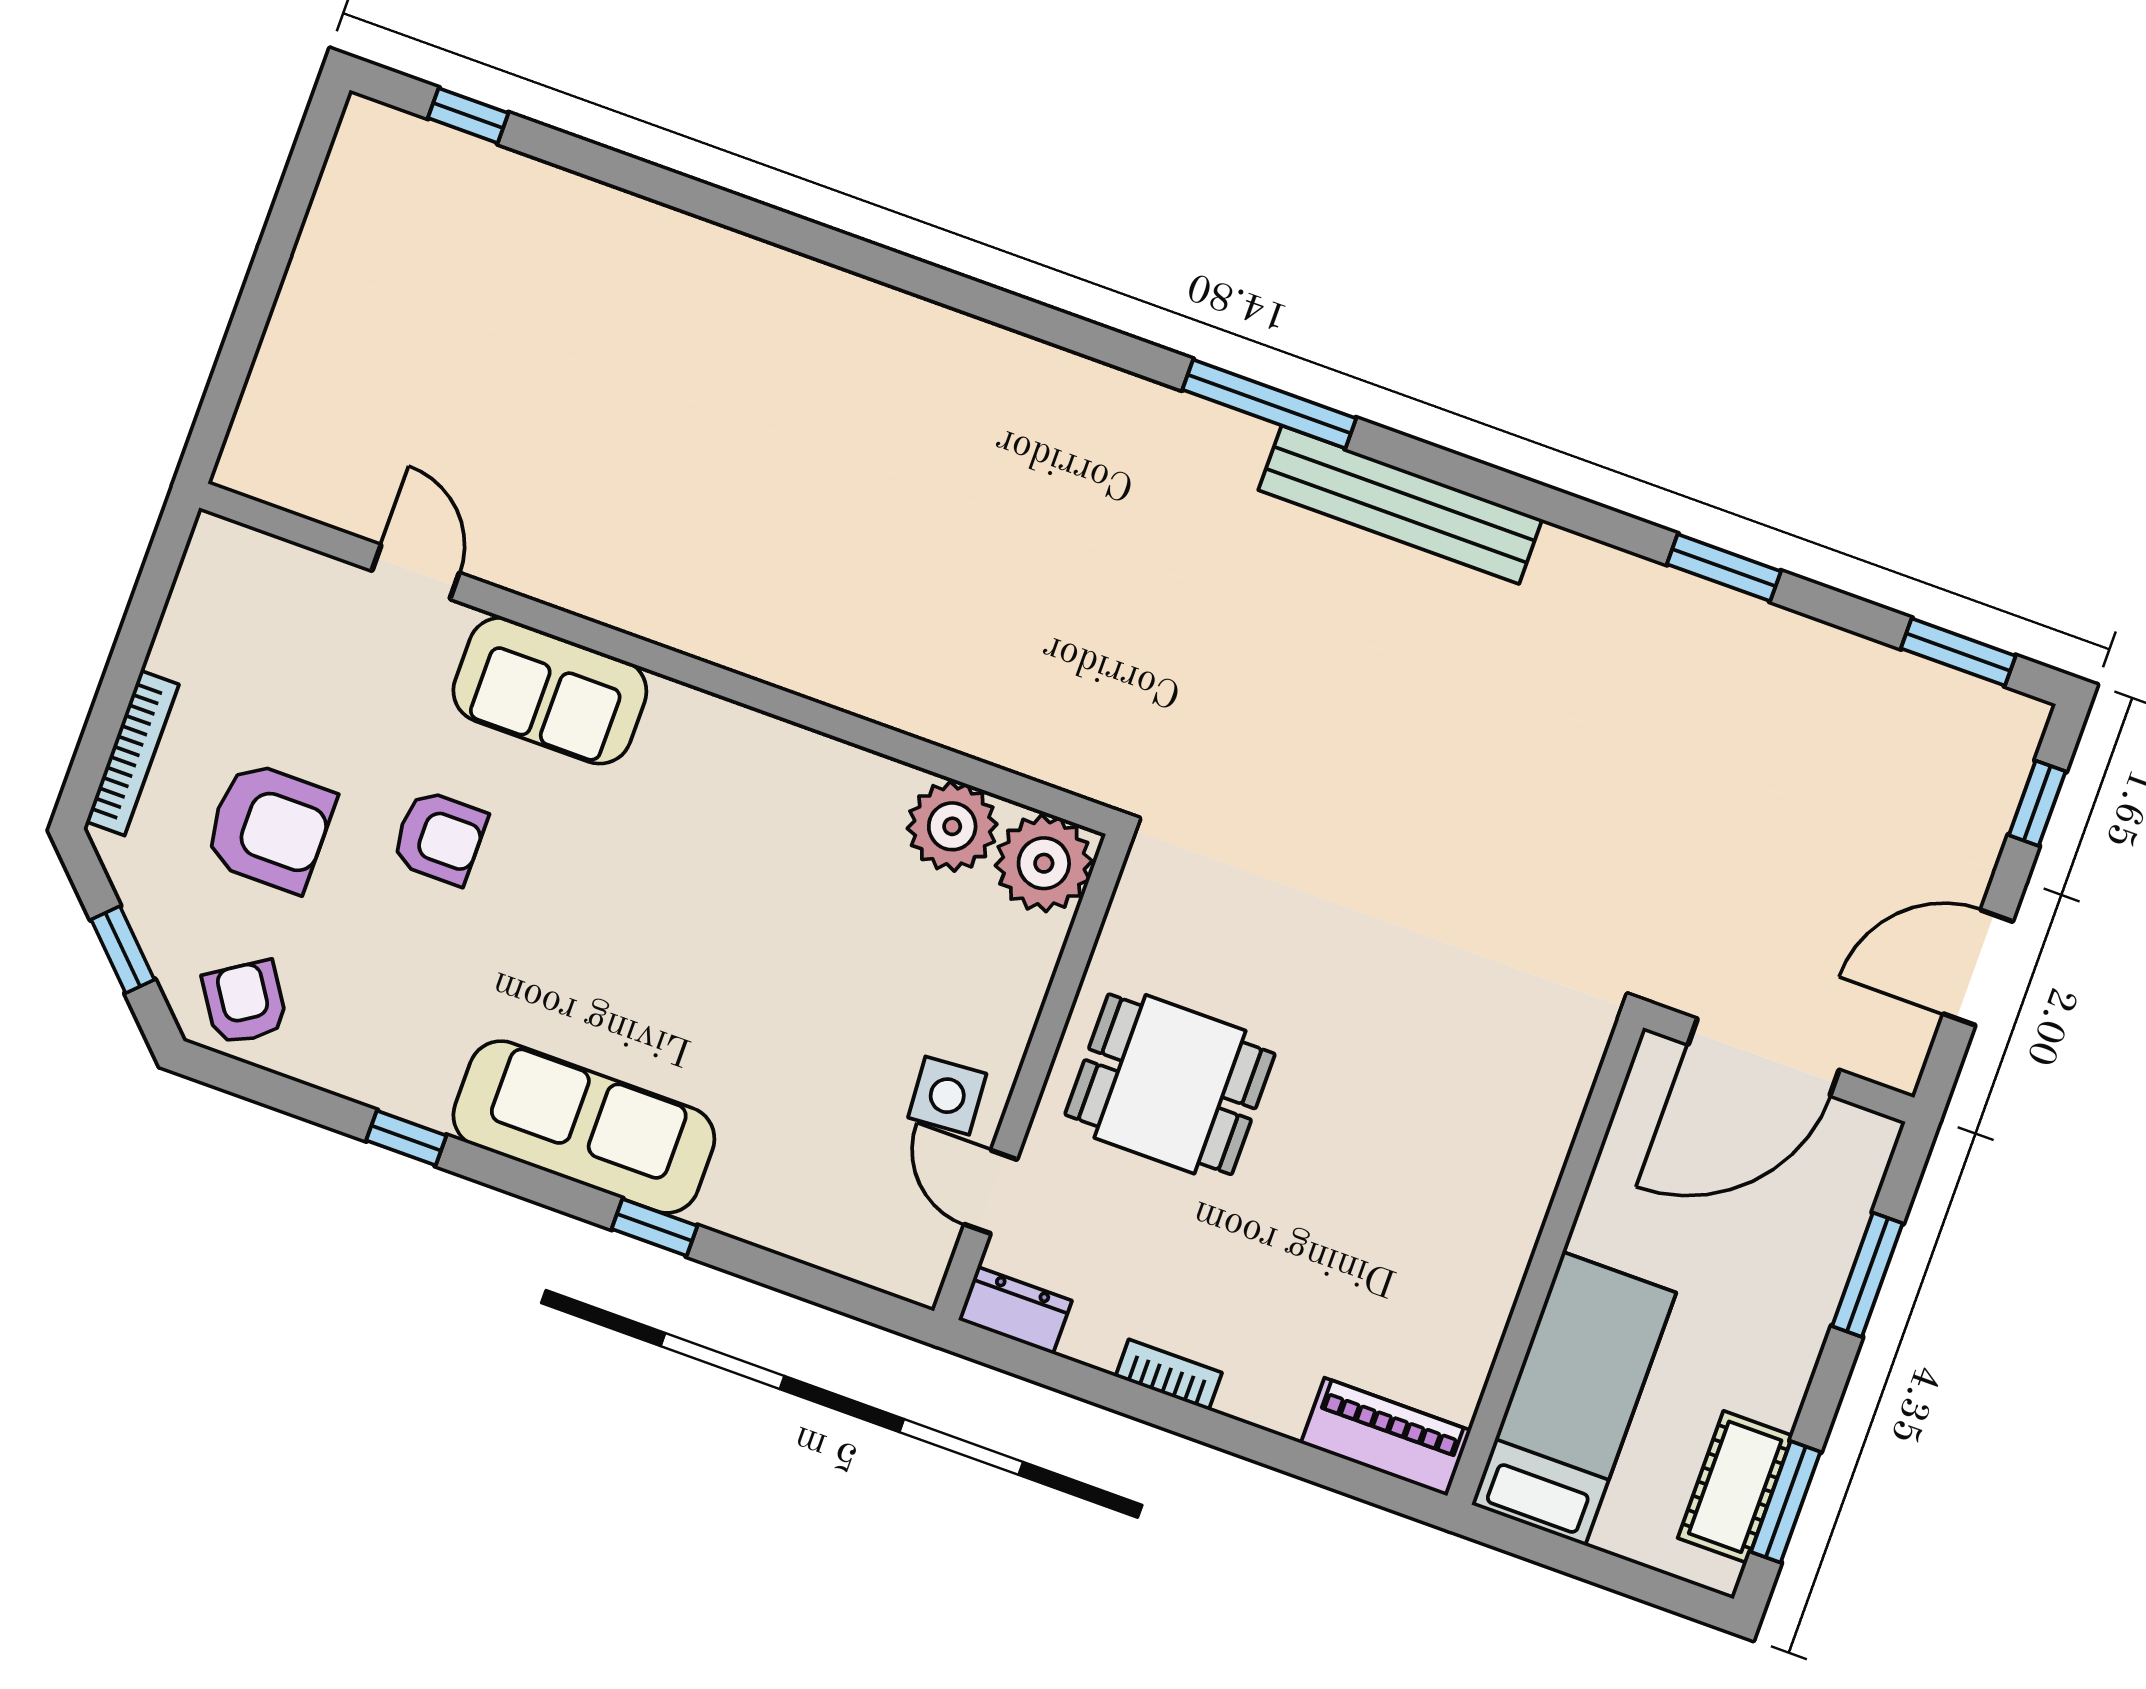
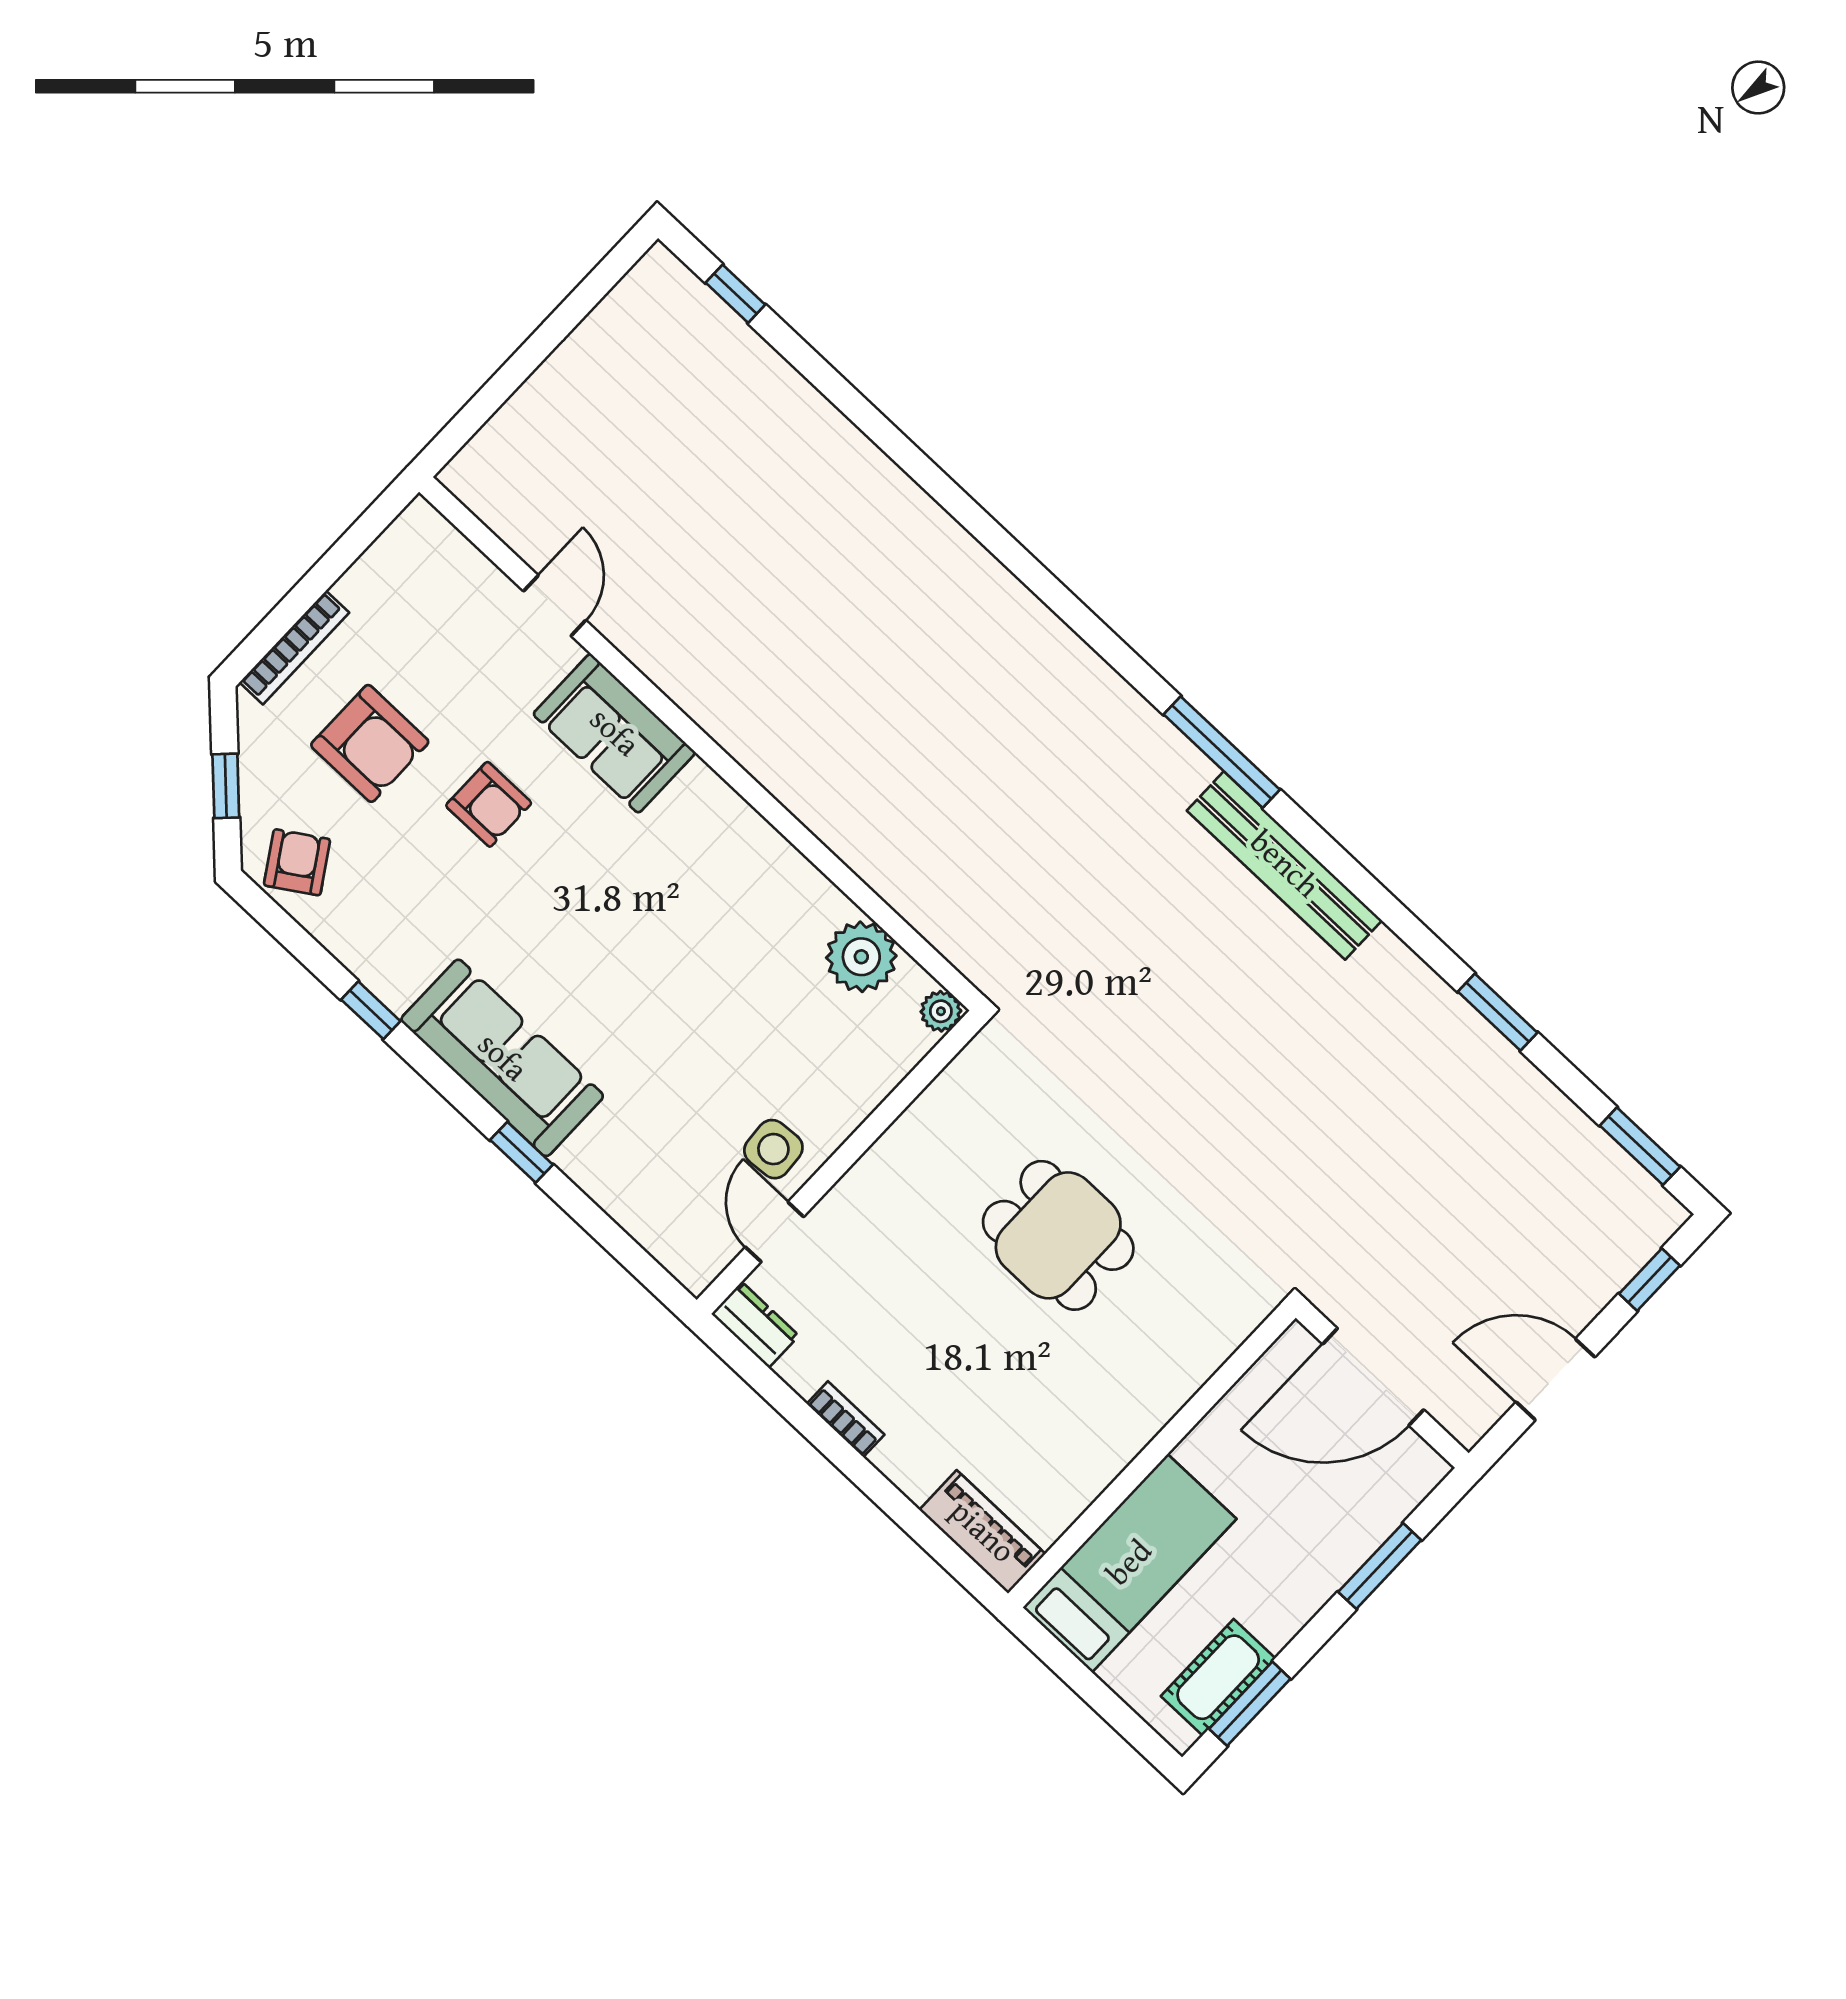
plant: (1044, 863) -> (941, 1011), width x0.53, depth x0.53
dining table: (1170, 1084) -> (1058, 1235), moved

